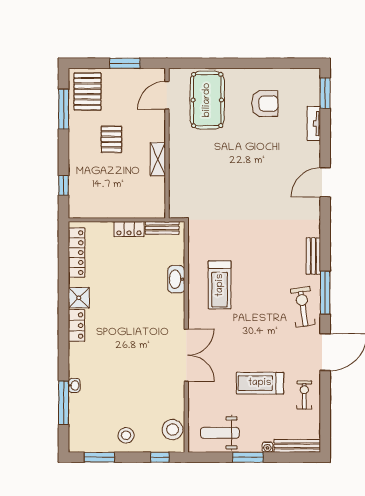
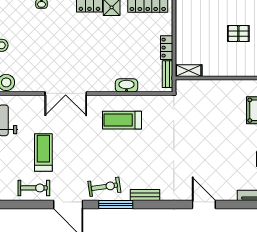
shelving: (158, 159) -> (189, 71), moved
exercise bike: (304, 395) -> (34, 188), width x1.38, depth x1.39

